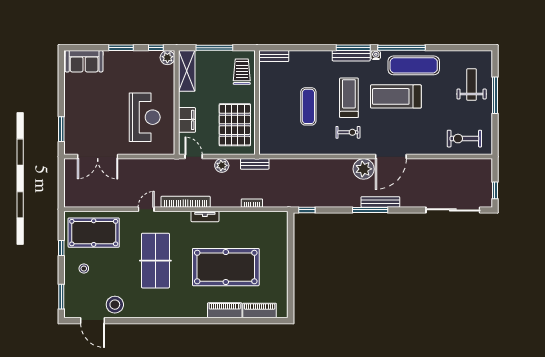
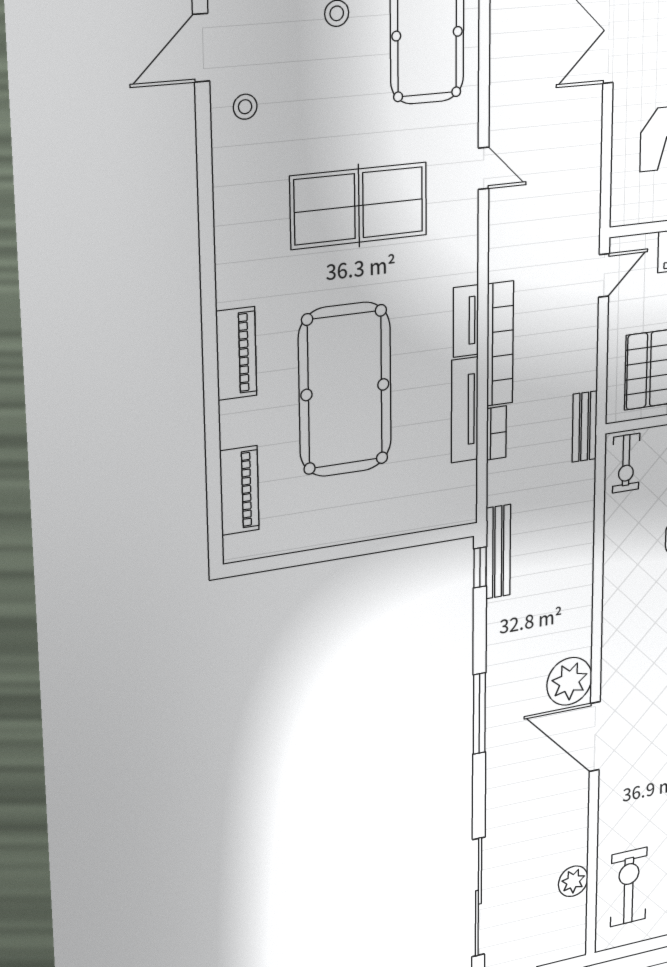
exercise bike: (348, 132) -> (626, 463), moved
plant: (222, 165) -> (573, 881), moved
bookcase: (186, 202) -> (500, 344), moved
bench: (380, 202) -> (498, 552), moved
tv unit: (241, 217) -> (465, 410), added
stool: (115, 305) -> (245, 107), width x0.53, depth x0.53
piano: (225, 310) -> (236, 353), moved

